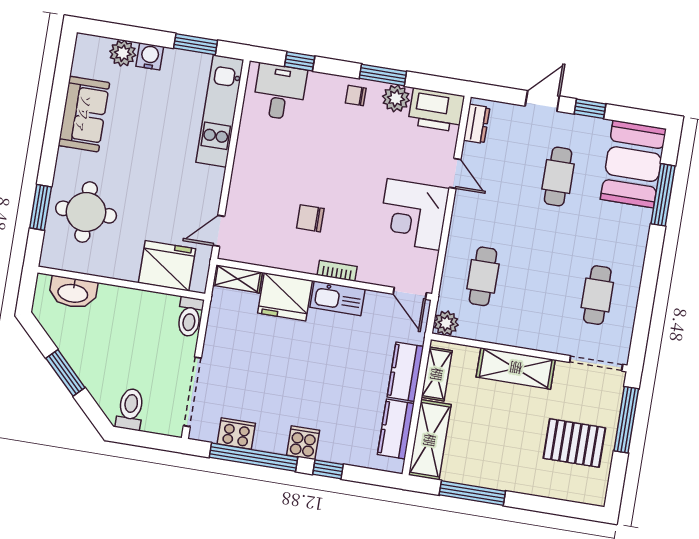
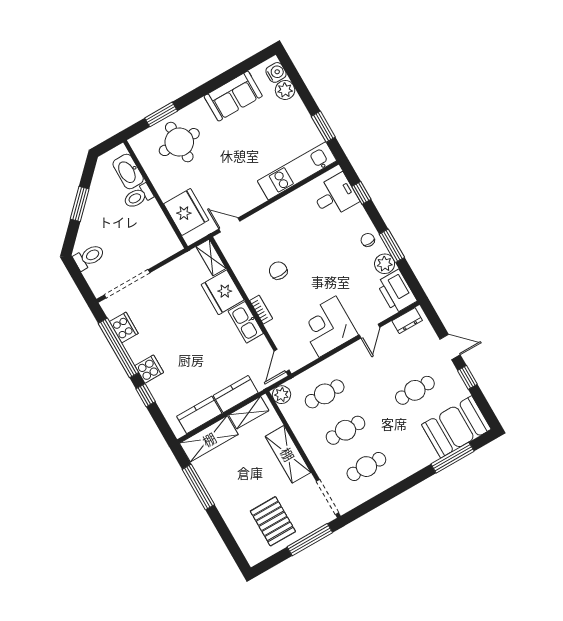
water cooler: (150, 56) -> (276, 72), moved
cafe table: (540, 286) -> (345, 430), added
toilet: (190, 317) -> (138, 196), moved

